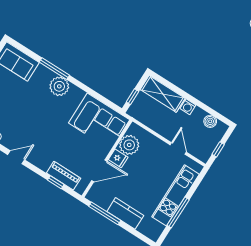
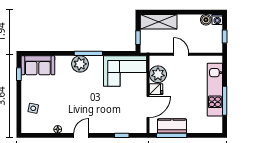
window: (54, 69) -> (88, 53), moved
washing machine: (188, 107) -> (217, 19), moved
door: (178, 149) -> (181, 54), moved
piano: (64, 176) -> (124, 127), removed
kitchen counter: (125, 213) -> (172, 126), moved

